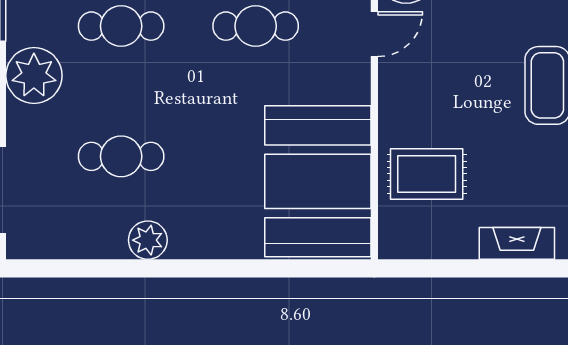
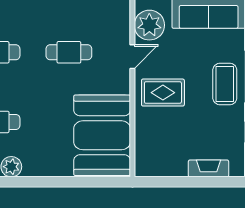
rug: (427, 174) -> (163, 93), moved

